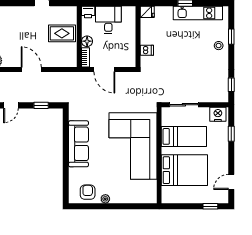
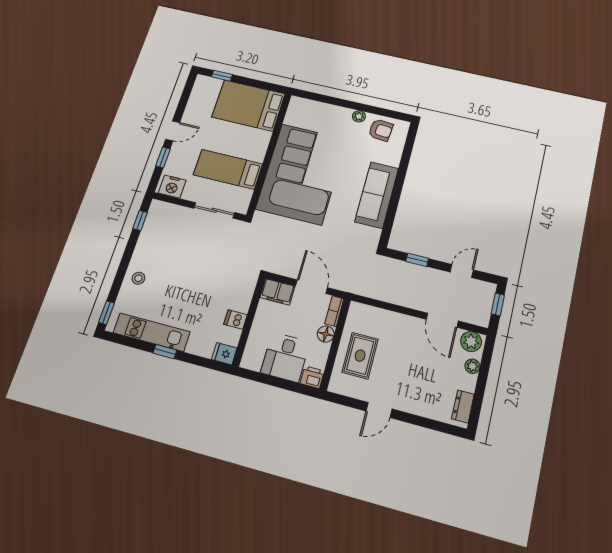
rug: (62, 33) -> (360, 356), turned 90
window: (231, 37) -> (107, 313), moved
dishwasher: (147, 50) -> (235, 319), moved
filing cabinet: (125, 60) -> (277, 292), added
door: (31, 70) -> (442, 320), moved
bed: (184, 170) -> (248, 105), moved
door: (231, 182) -> (173, 131), moved
armchair: (88, 192) -> (381, 130), turned -85

